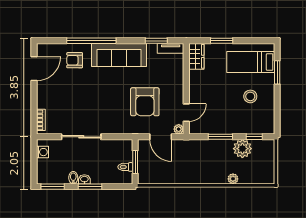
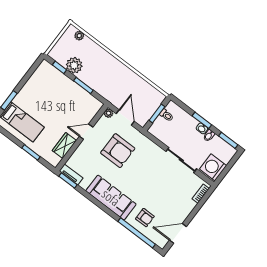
window: (91, 41) -> (137, 233), moved
window: (156, 41) -> (68, 181), moved
wardrobe: (196, 56) -> (64, 146), moved
stool: (250, 96) -> (41, 98), removed
armchair: (145, 102) -> (118, 151), turned 90
door: (186, 113) -> (86, 132), moved
washing machine: (42, 152) -> (213, 167), width x1.89, depth x1.89
plant: (233, 179) -> (79, 36), moved

